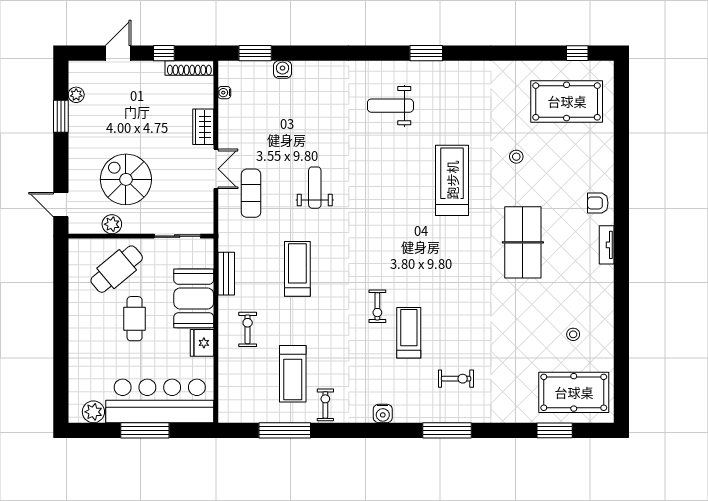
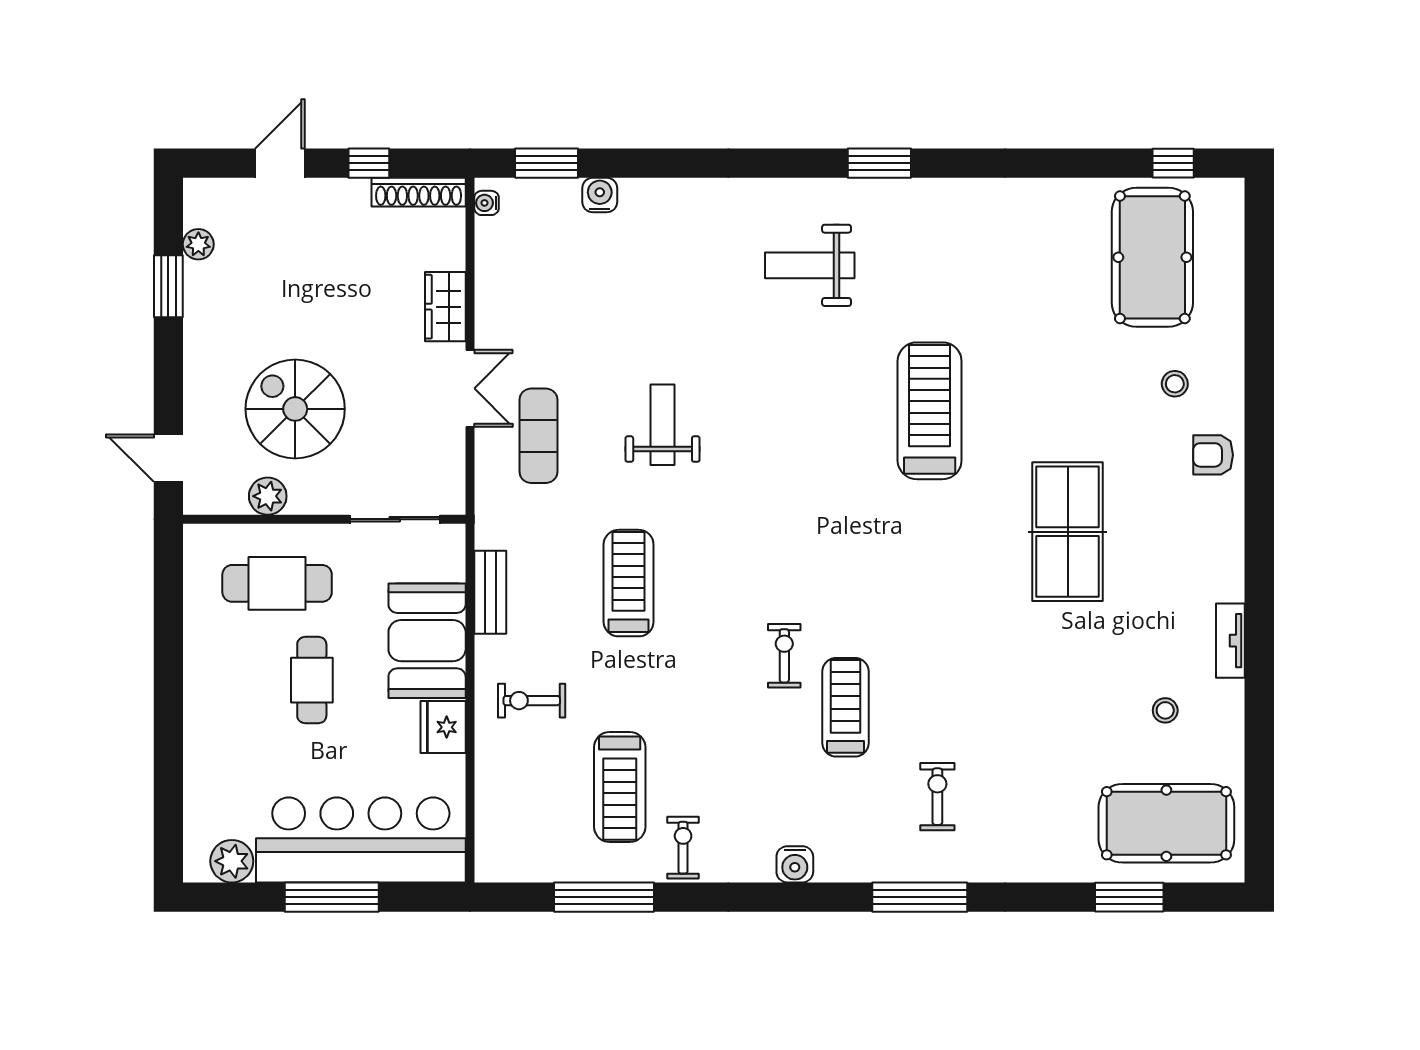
water cooler: (224, 93) -> (486, 203), moved
pool table: (567, 101) -> (1152, 257), turned 90
stool: (516, 157) -> (1175, 384), moved
tv unit: (607, 245) -> (1230, 641), moved
cafe table: (117, 269) -> (277, 583), turned 40
exercise bike: (377, 306) -> (784, 656), turned 180
exercise bike: (248, 329) -> (532, 701), turned -90
exercise bike: (456, 379) -> (937, 797), turned -90

